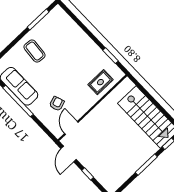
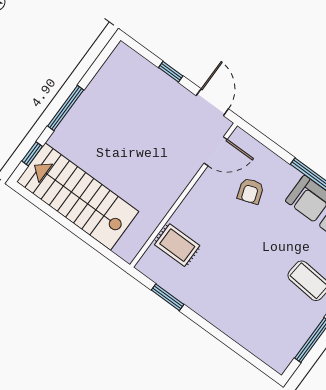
rug: (100, 82) -> (177, 245), turned 90
door: (71, 128) -> (216, 151), hinge flipped

